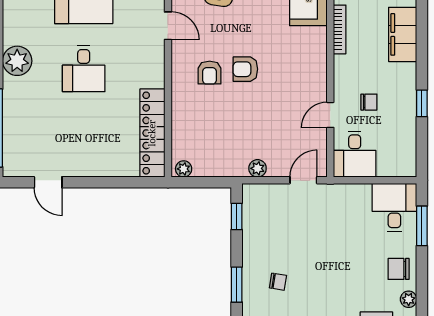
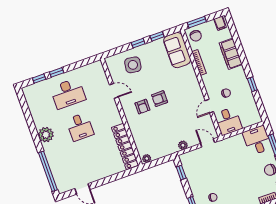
door: (303, 180) -> (208, 143), hinge flipped

